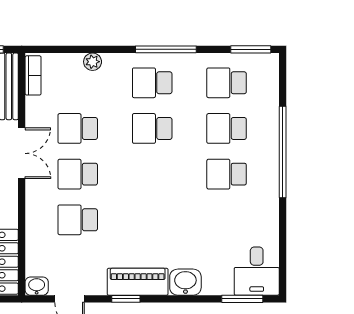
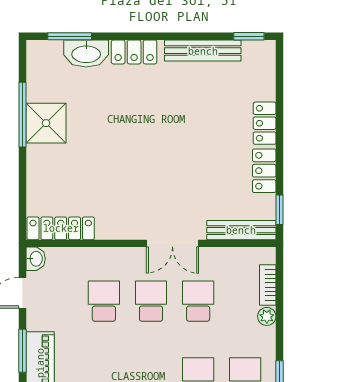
bookcase: (33, 75) -> (268, 285), moved, turned 90
window: (126, 299) -> (22, 351), width x1.50

